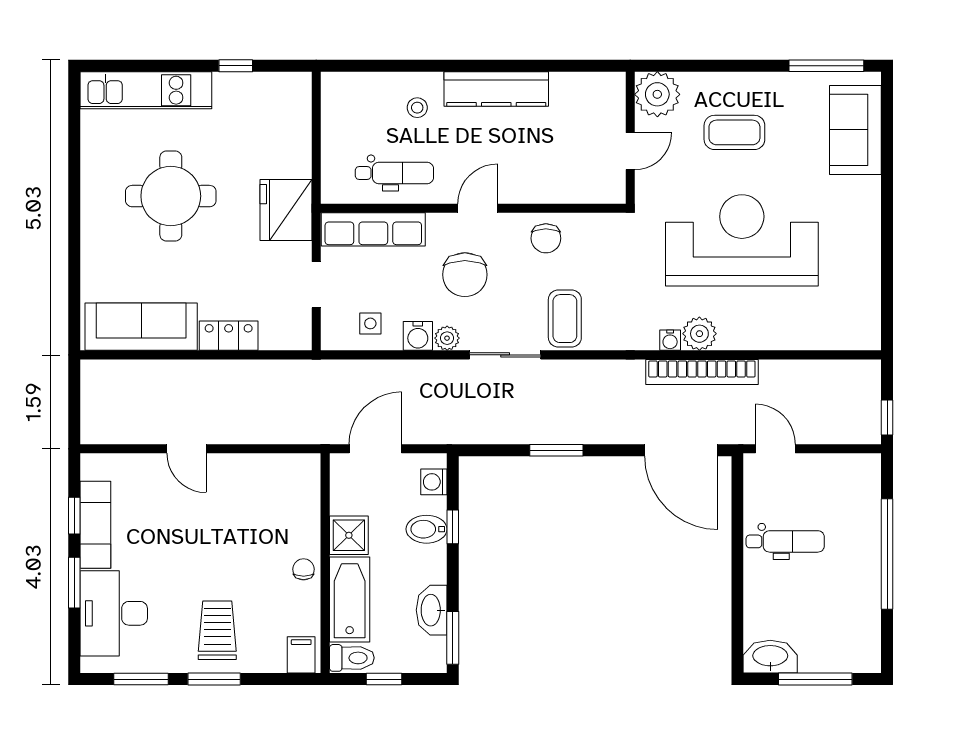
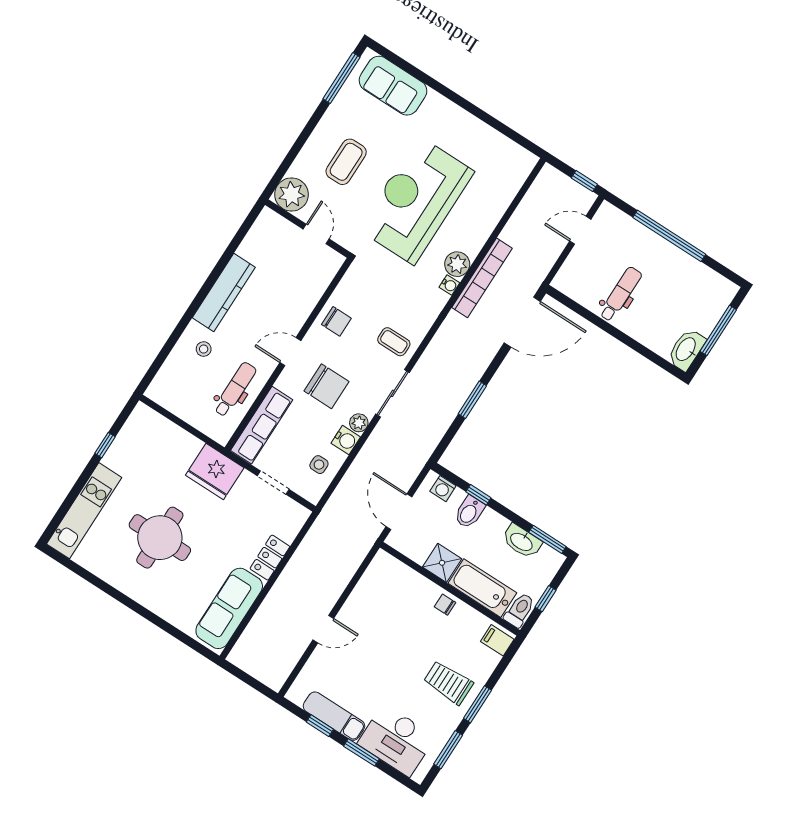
door: (478, 208) -> (290, 352), hinge flipped
coffee table: (565, 319) -> (394, 342), width x0.73, depth x0.77
door: (775, 449) -> (580, 230), moved

